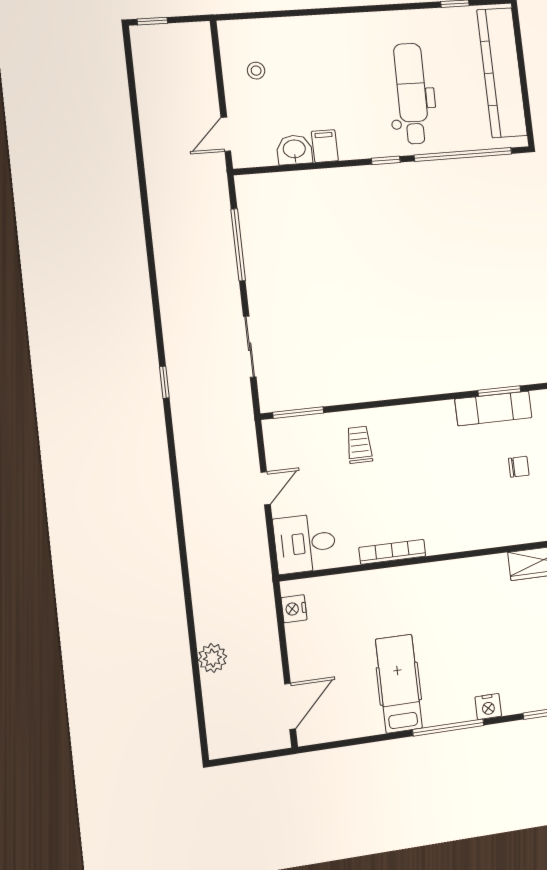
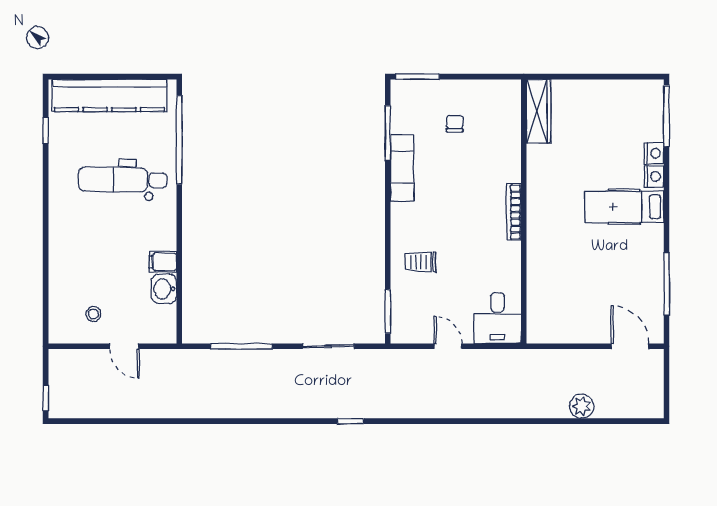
door: (226, 134) -> (124, 346), moved
window: (386, 160) -> (179, 210), removed
window: (499, 391) -> (388, 133), width x1.44
exam couch: (493, 408) -> (402, 168), moved
bookcase: (392, 552) -> (514, 212), moved
nightstand: (294, 609) -> (654, 153), moved, turned -90
hospital bed: (399, 684) -> (624, 207), moved
window: (448, 728) -> (667, 284), moved

